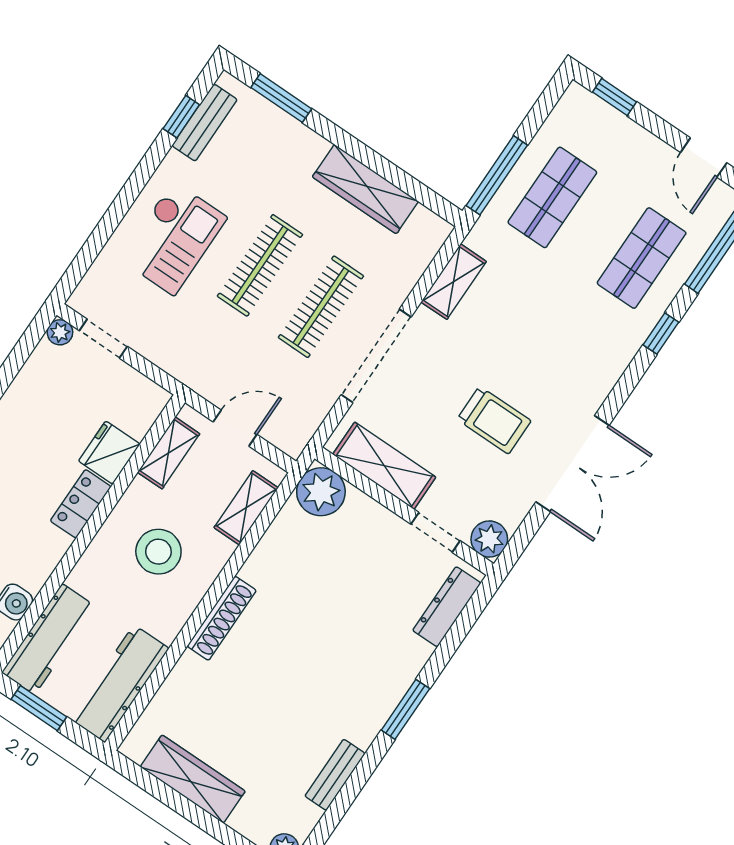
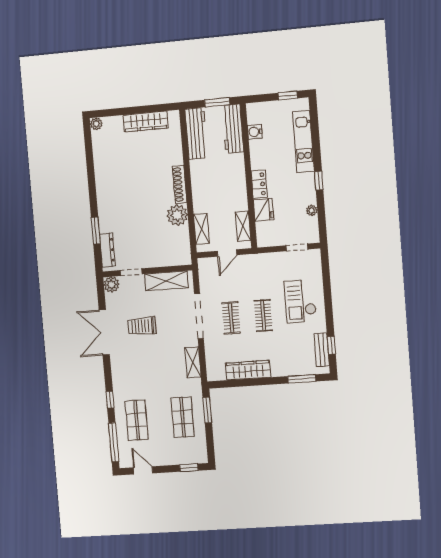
window: (497, 175) -> (207, 410), width x0.69
clothes rail: (260, 265) -> (263, 316), width x0.73
clothes rail: (321, 307) -> (231, 318), width x0.73
plant: (60, 332) -> (312, 210), moved
plant: (321, 492) -> (177, 215), moved
stool: (158, 552) -> (219, 190), removed
window: (405, 709) -> (96, 231), moved
bench: (335, 775) -> (99, 163), removed

